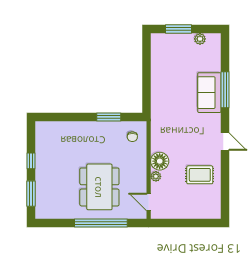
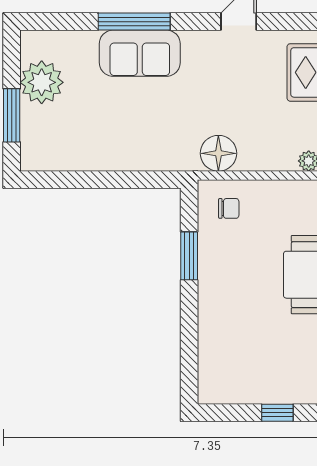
plant: (200, 39) -> (42, 82), width x1.88, depth x1.88
floor lamp: (160, 161) -> (218, 153), moved

